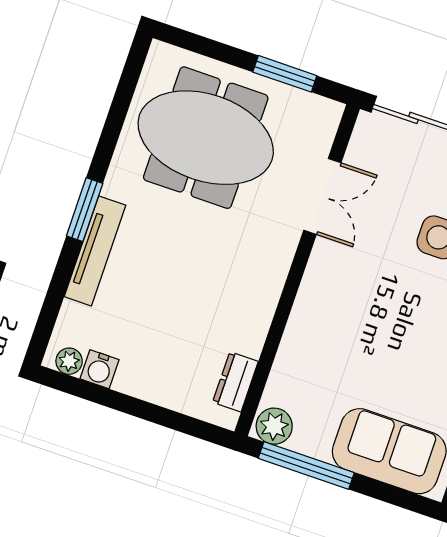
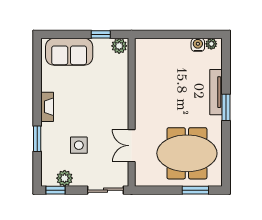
window: (285, 74) -> (195, 190), moved
dresser: (235, 382) -> (141, 59), removed
window: (306, 466) -> (101, 34), width x0.46

